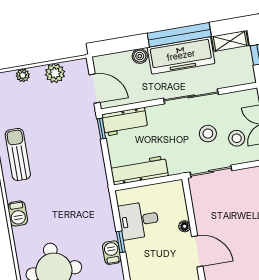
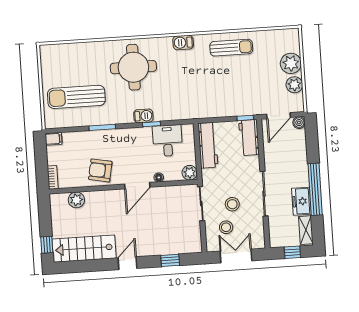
freezer: (181, 55) -> (301, 201), width x0.52, depth x0.79
boiler: (140, 56) -> (299, 123), moved
plant: (23, 75) -> (291, 63), width x1.88, depth x1.88
plant: (175, 189) -> (190, 173), added

